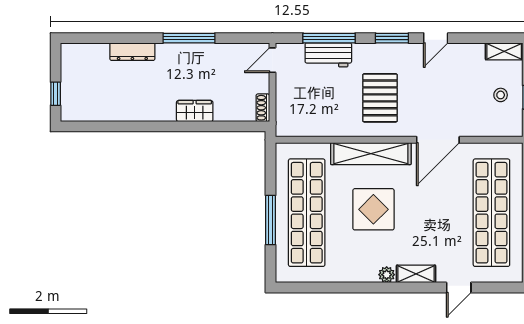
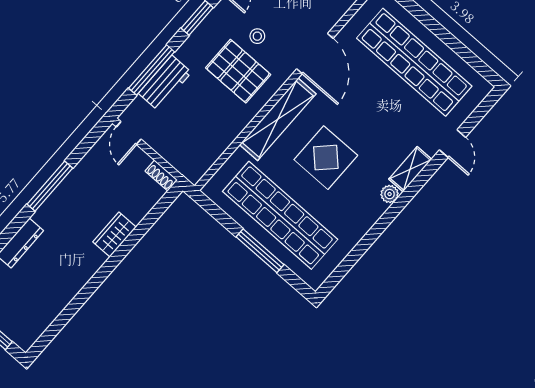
stool: (415, 90) -> (257, 36), added

